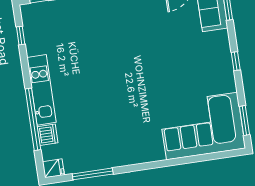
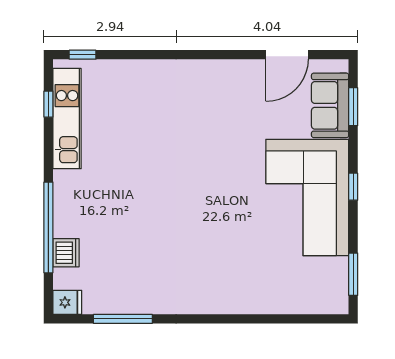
kitchen unit: (42, 90) -> (67, 119), moved
corner sofa: (202, 126) -> (307, 198), moved, turned -90

